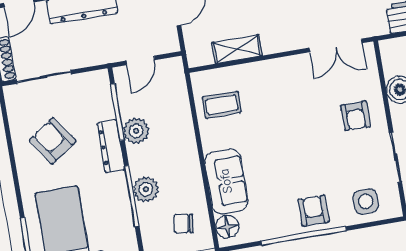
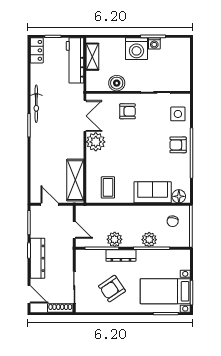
shelving: (237, 49) -> (75, 180), width x1.50, depth x1.33
plant: (295, 71) -> (96, 142), added

